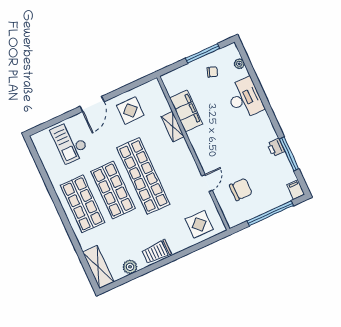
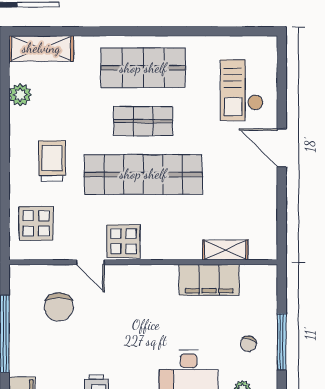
display table: (130, 110) -> (124, 241), moved
shelving: (173, 127) -> (225, 250), moved
checkout: (70, 142) -> (242, 90), turned -90
shop shelf: (113, 190) -> (143, 121), width x0.70, depth x0.74
trolley: (156, 252) -> (52, 161), moved

